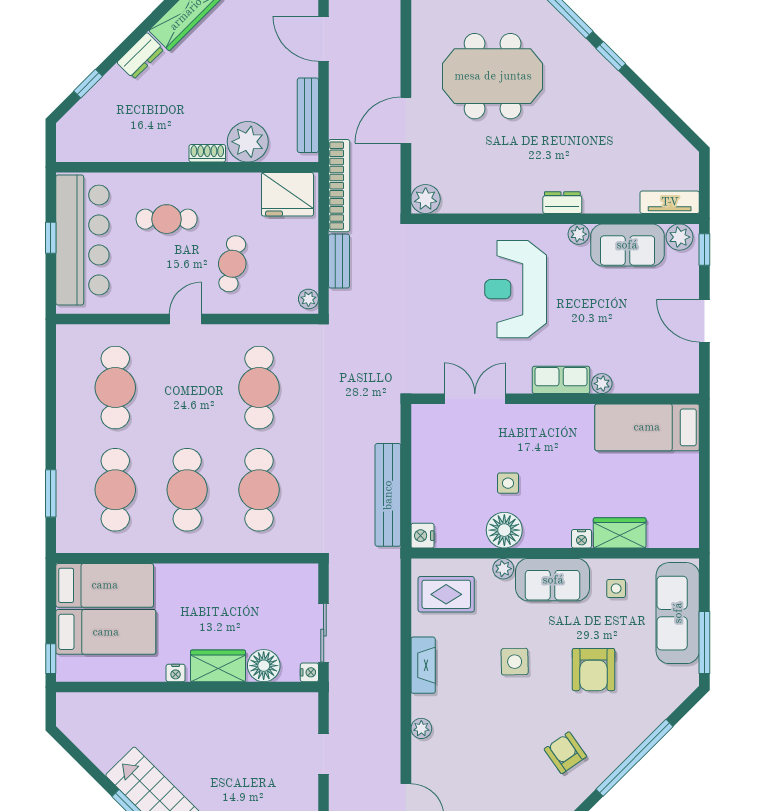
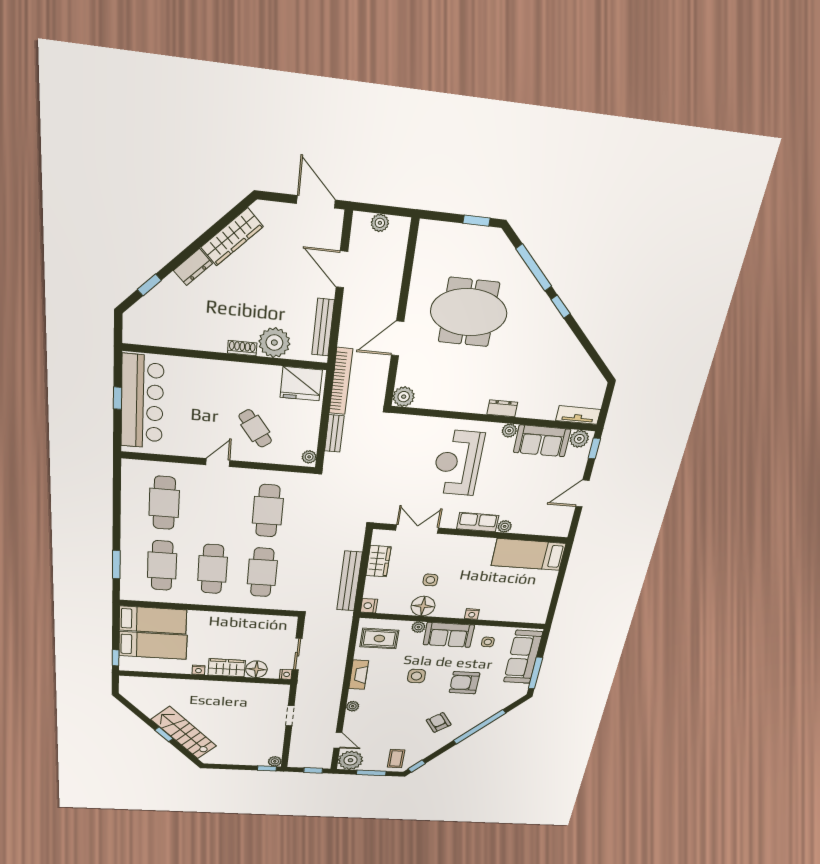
cafe table: (167, 219) -> (208, 393), removed
cafe table: (232, 264) -> (255, 428), turned -48
door: (704, 321) -> (582, 494), hinge flipped
wardrobe: (620, 533) -> (378, 561), moved, turned 90
armchair: (593, 670) -> (464, 683), turned 90

